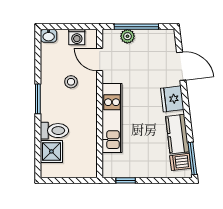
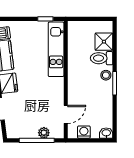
door: (100, 59) -> (66, 114), hinge flipped
stool: (71, 82) -> (106, 75), moved
kitchen unit: (112, 118) -> (56, 49), moved

